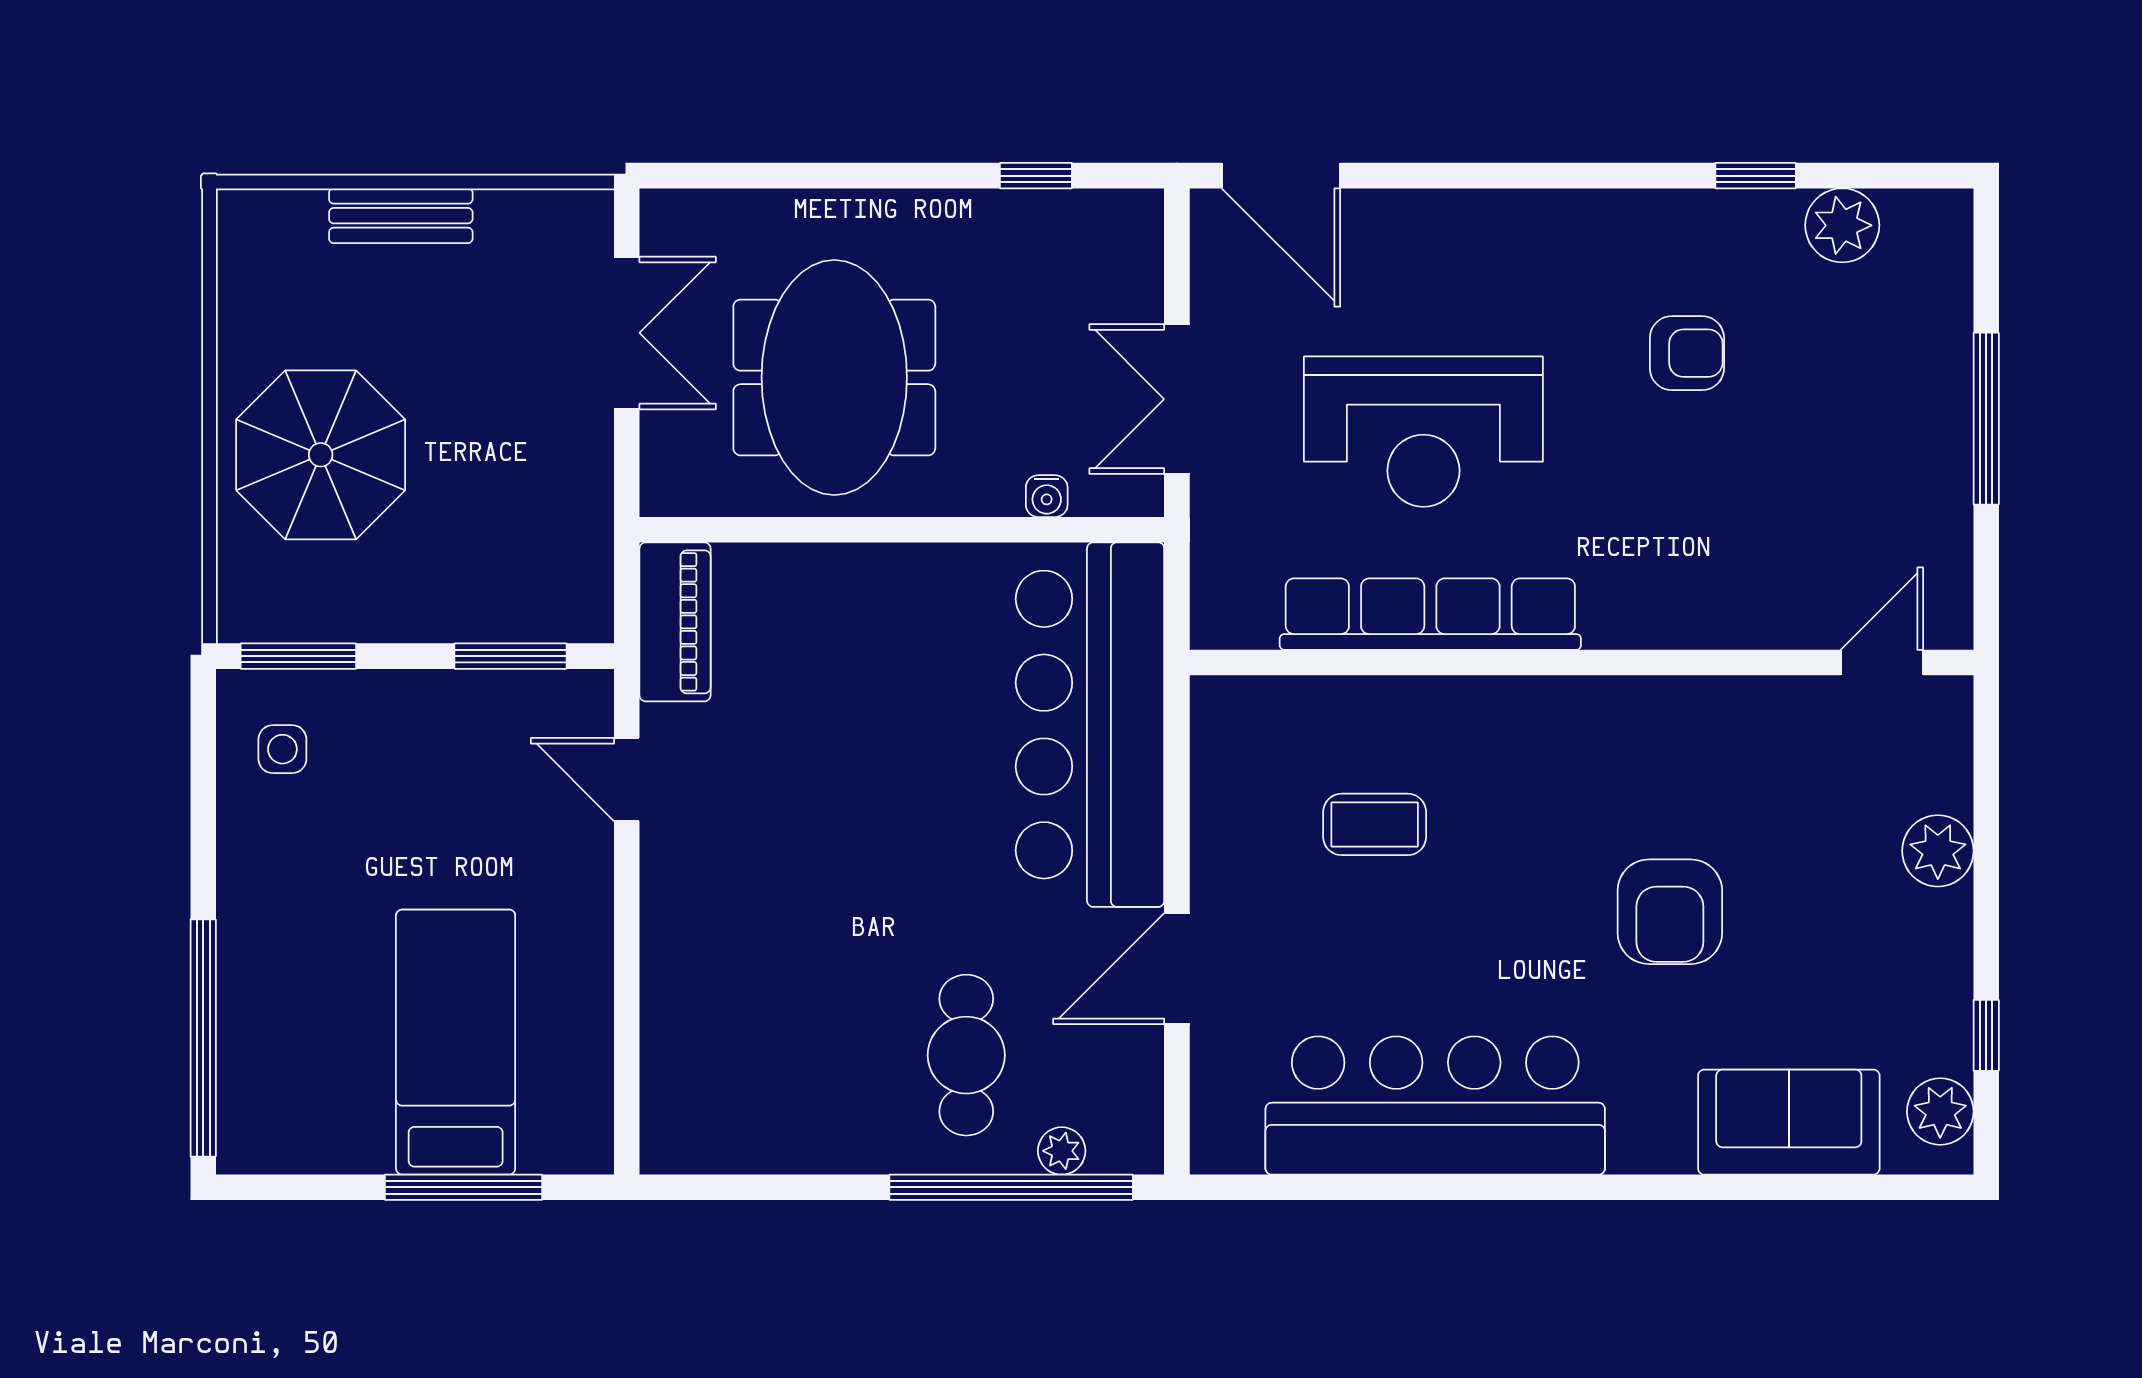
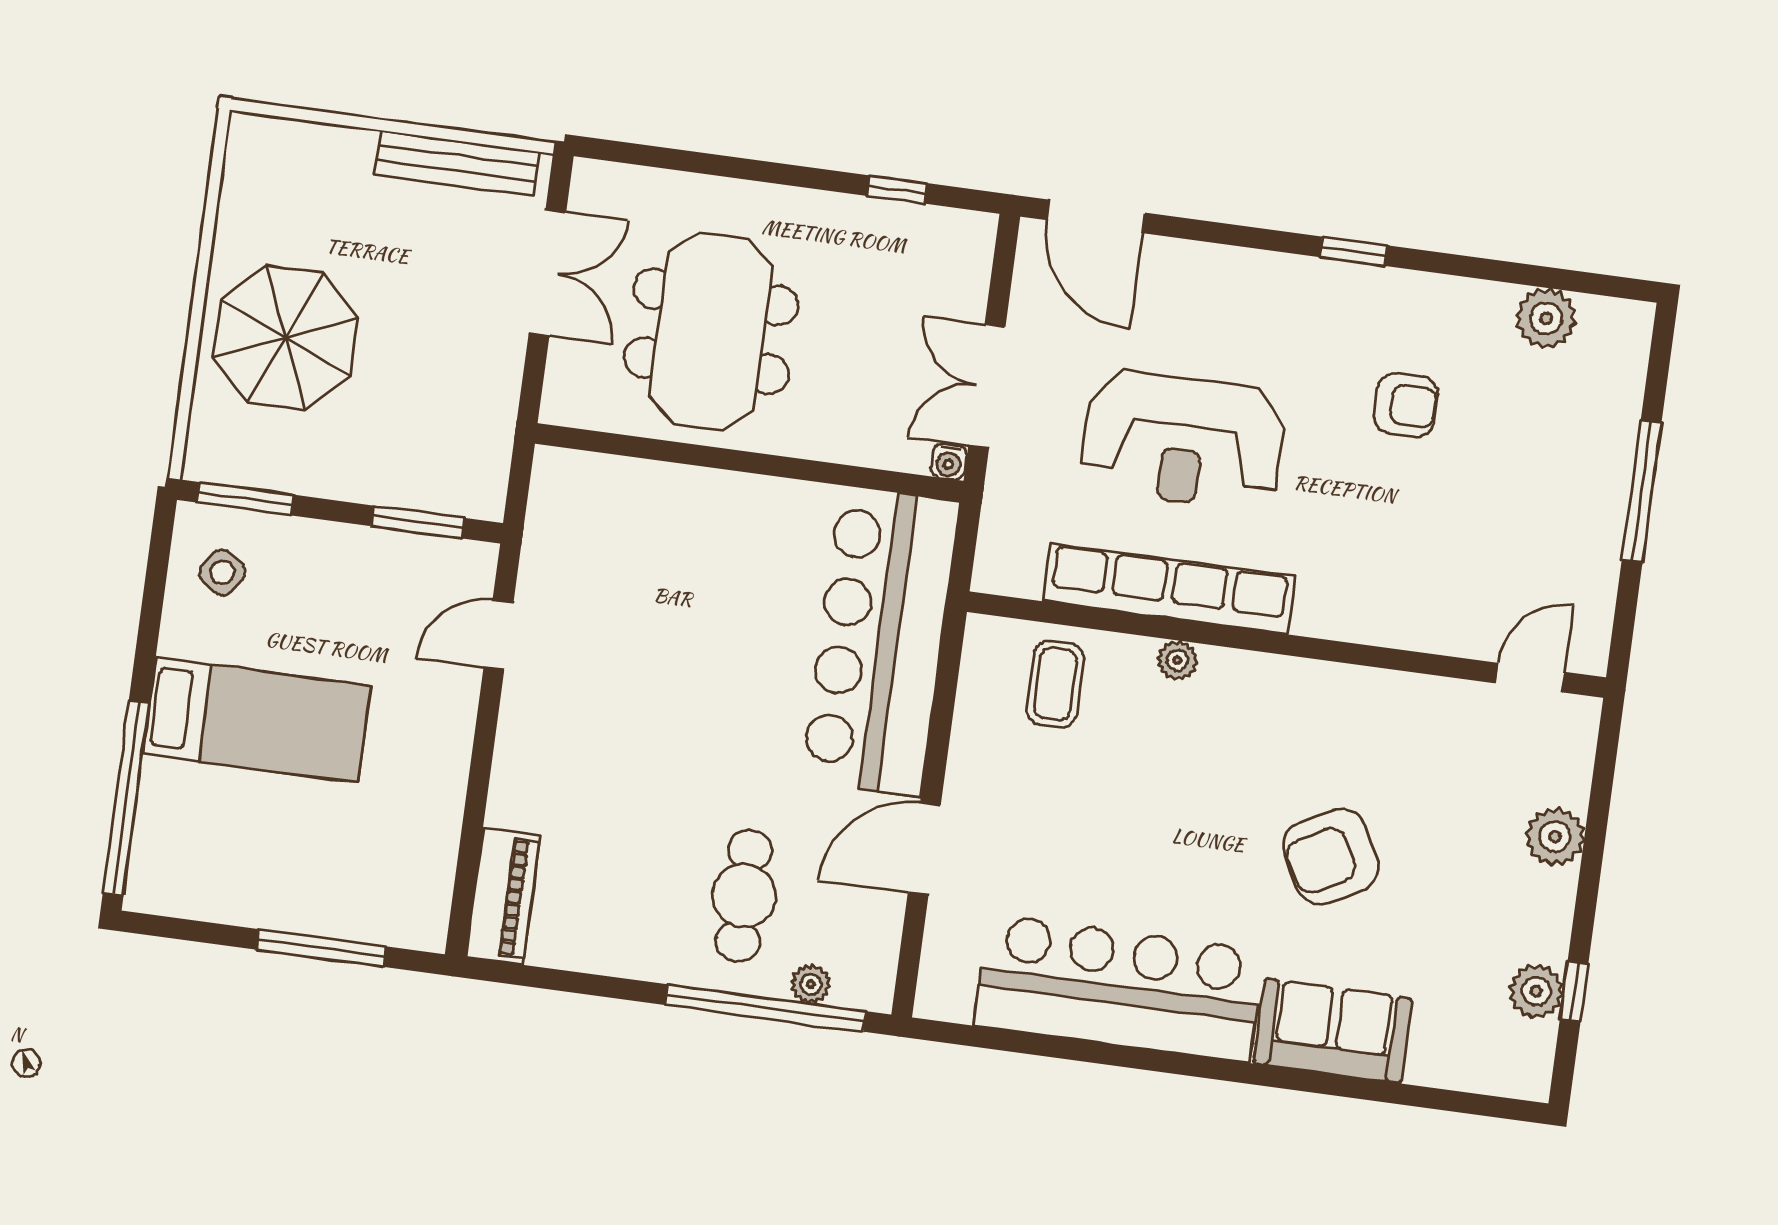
window: (1756, 176) -> (1353, 251), moved
bench: (401, 216) -> (457, 163), moved, width x1.36
water cooler: (1047, 496) -> (949, 462), moved
piano: (675, 622) -> (503, 896), moved
plant: (1452, 699) -> (1177, 660), added
side table: (282, 749) -> (222, 572), turned 36
door: (627, 780) -> (498, 635), hinge flipped
coffee table: (1375, 824) -> (1055, 684), moved, turned 90
armchair: (1670, 912) -> (1331, 857), turned 62
bed: (456, 1042) -> (257, 720), moved, turned 90
plant: (1940, 1112) -> (1536, 991), moved
sofa: (1789, 1122) -> (1333, 1031), moved

